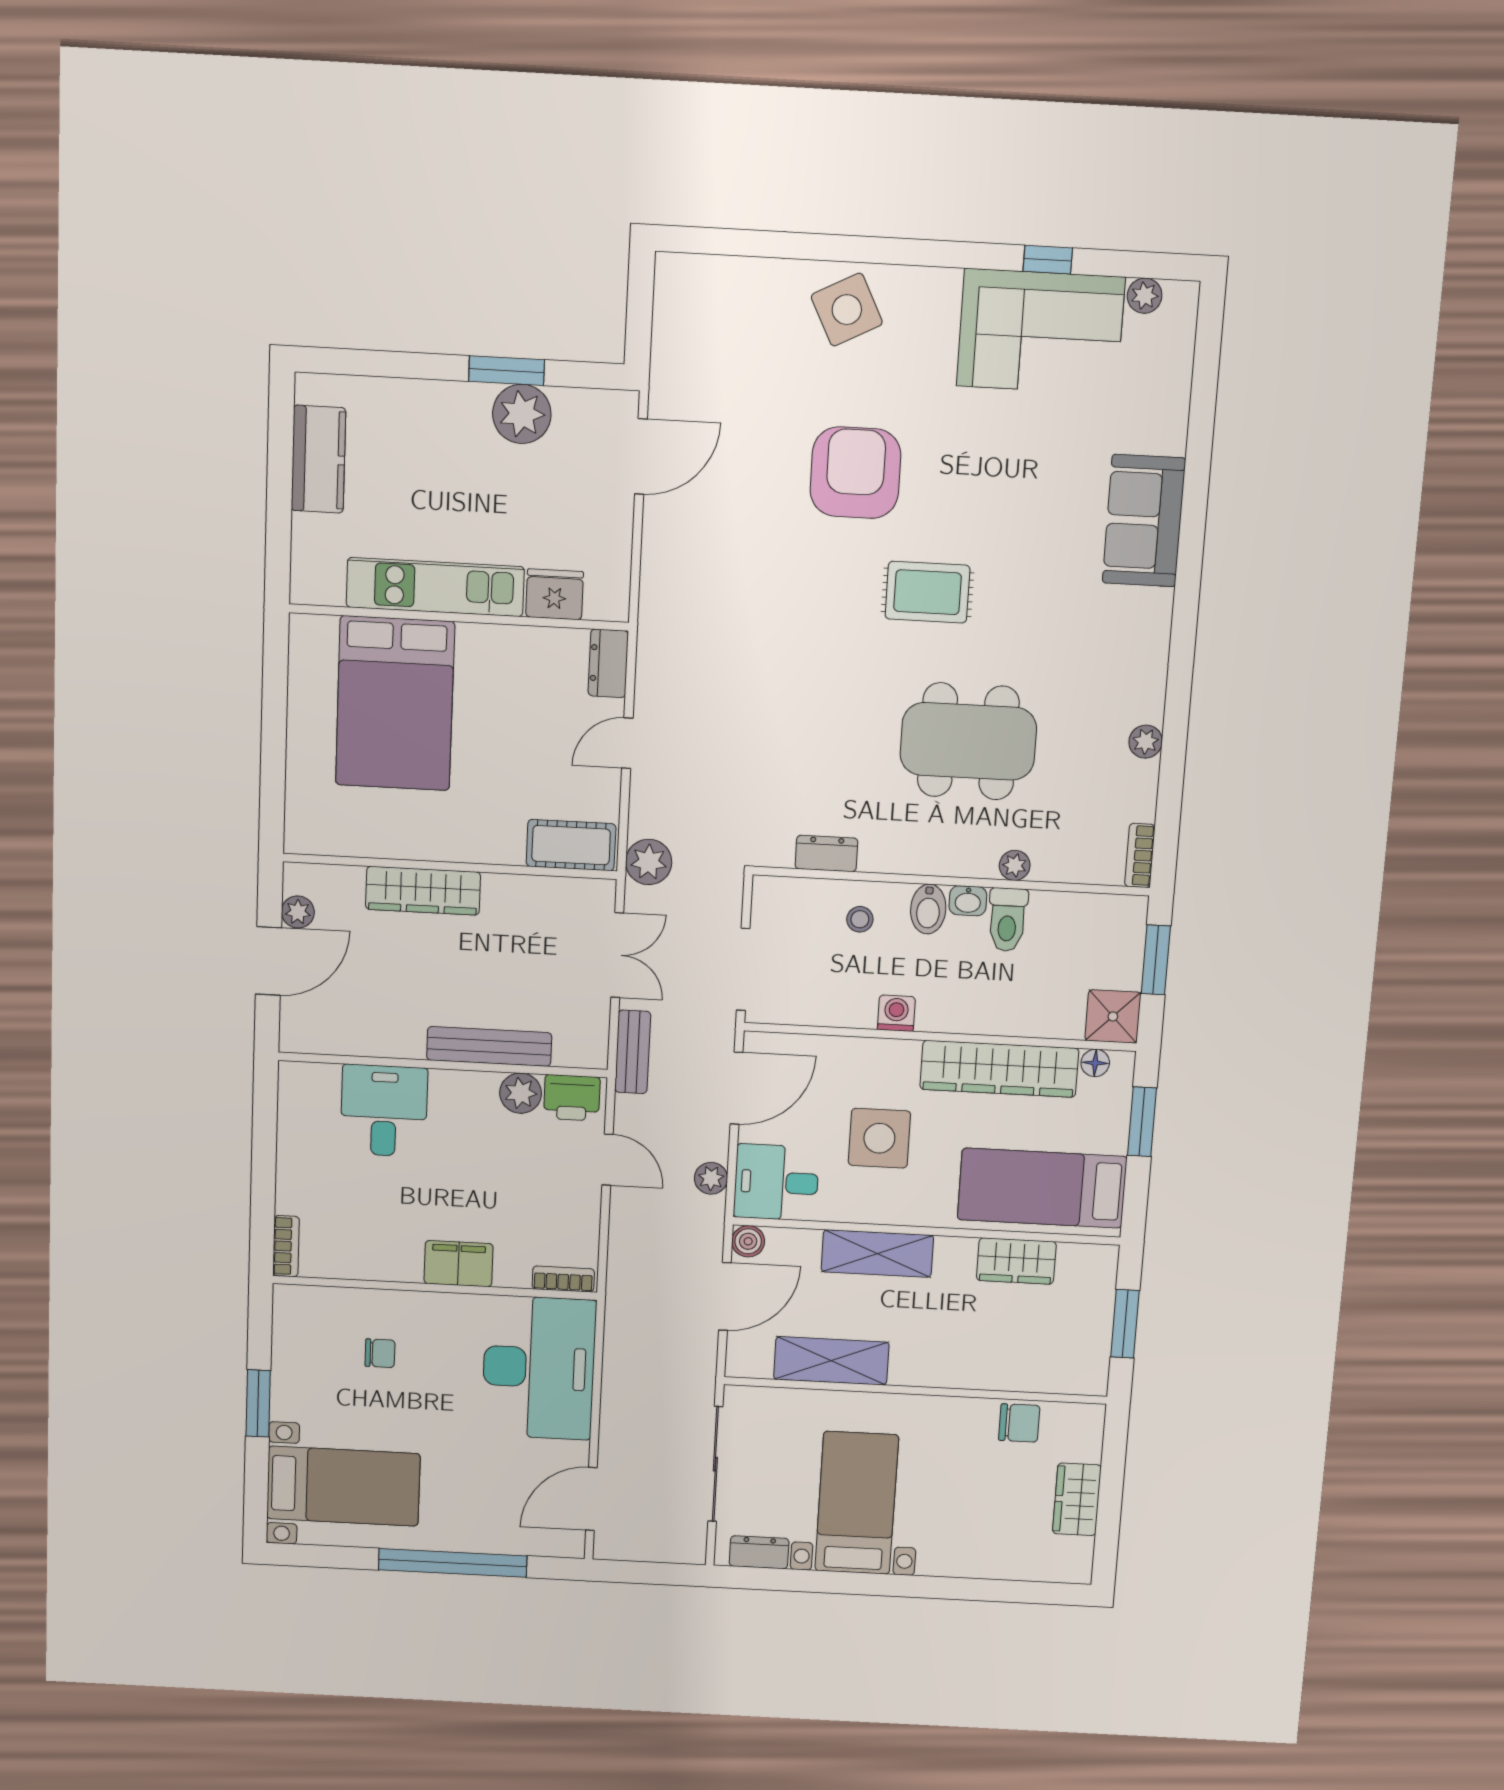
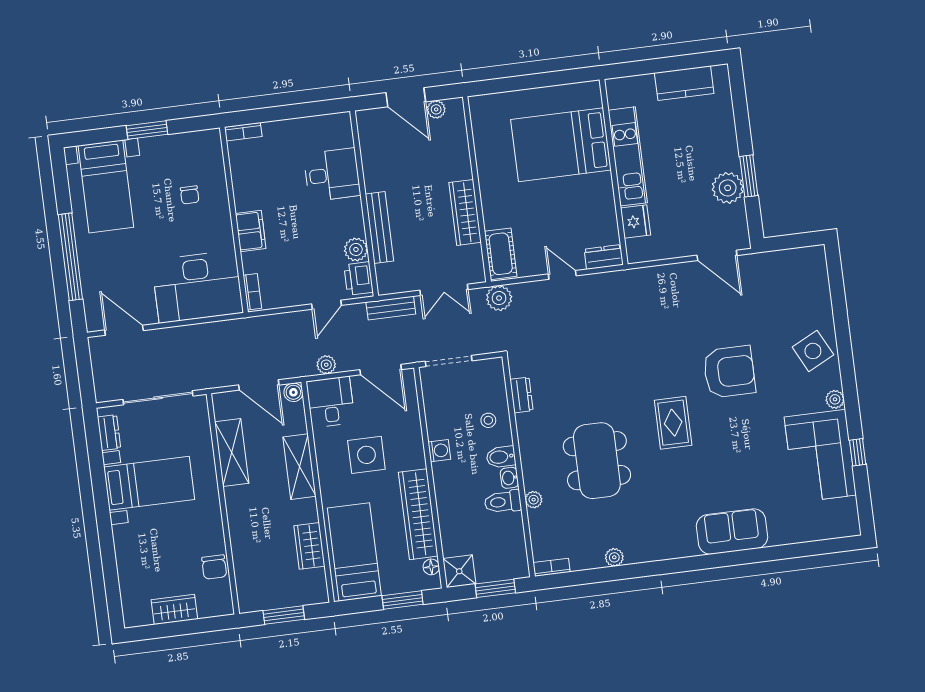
plant: (1145, 296) -> (835, 399), moved
wardrobe: (423, 891) -> (465, 212), moved

